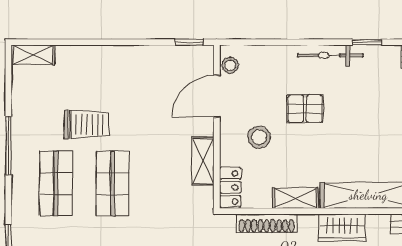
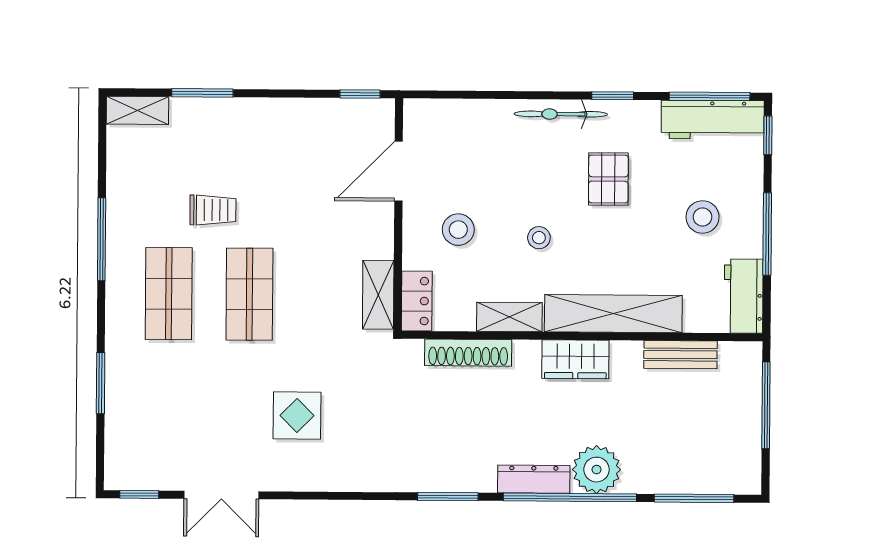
window: (79, 42) -> (202, 93), added
stool: (230, 65) -> (539, 238), moved
pallet: (305, 109) -> (608, 179), moved, turned 90
trolley: (87, 124) -> (213, 210), width x0.73, depth x0.72
shelving: (203, 161) -> (378, 295), moved

